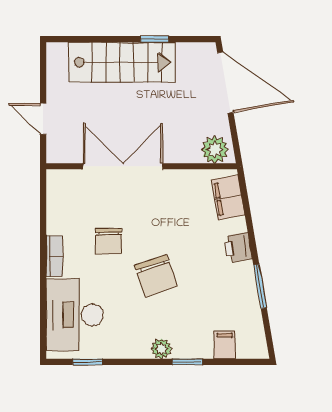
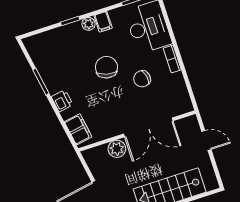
plant: (215, 150) -> (117, 149), moved
chair: (109, 241) -> (142, 79), turned -102
chair: (156, 276) -> (106, 67), turned 33
filing cabinet: (225, 345) -> (103, 22), moved

